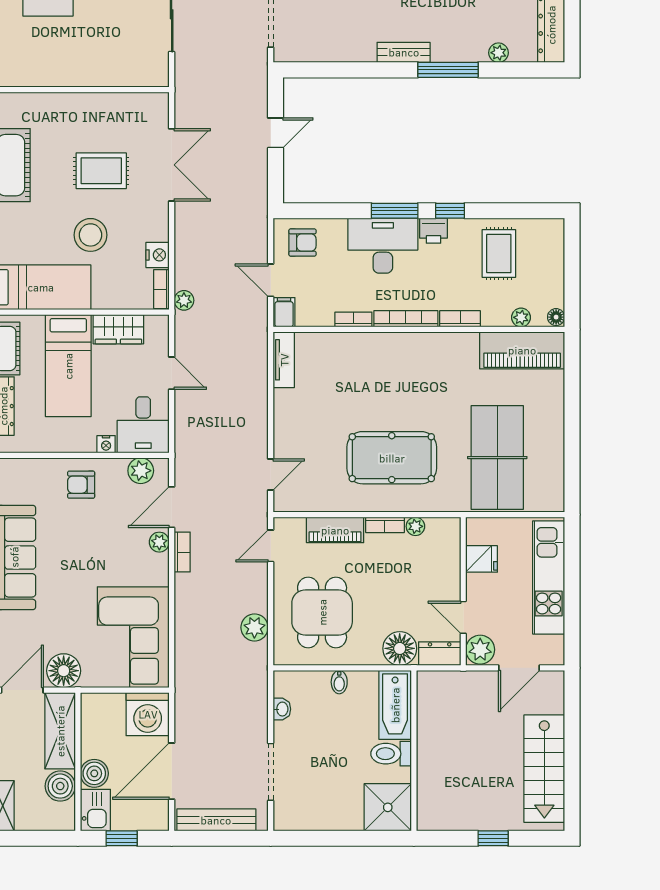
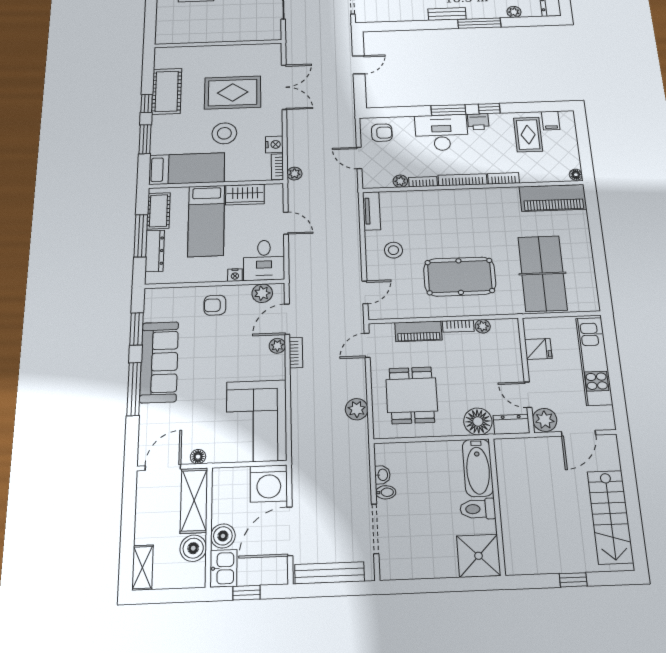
rug: (101, 171) -> (233, 92), width x1.36, depth x1.43
filing cabinet: (284, 312) -> (551, 121), moved, turned 180
plant: (521, 317) -> (400, 181), moved
stool: (309, 417) -> (393, 250), added
floor lamp: (64, 671) -> (198, 457), width x0.53, depth x0.53
bidet: (339, 682) -> (386, 492), moved, turned -90

